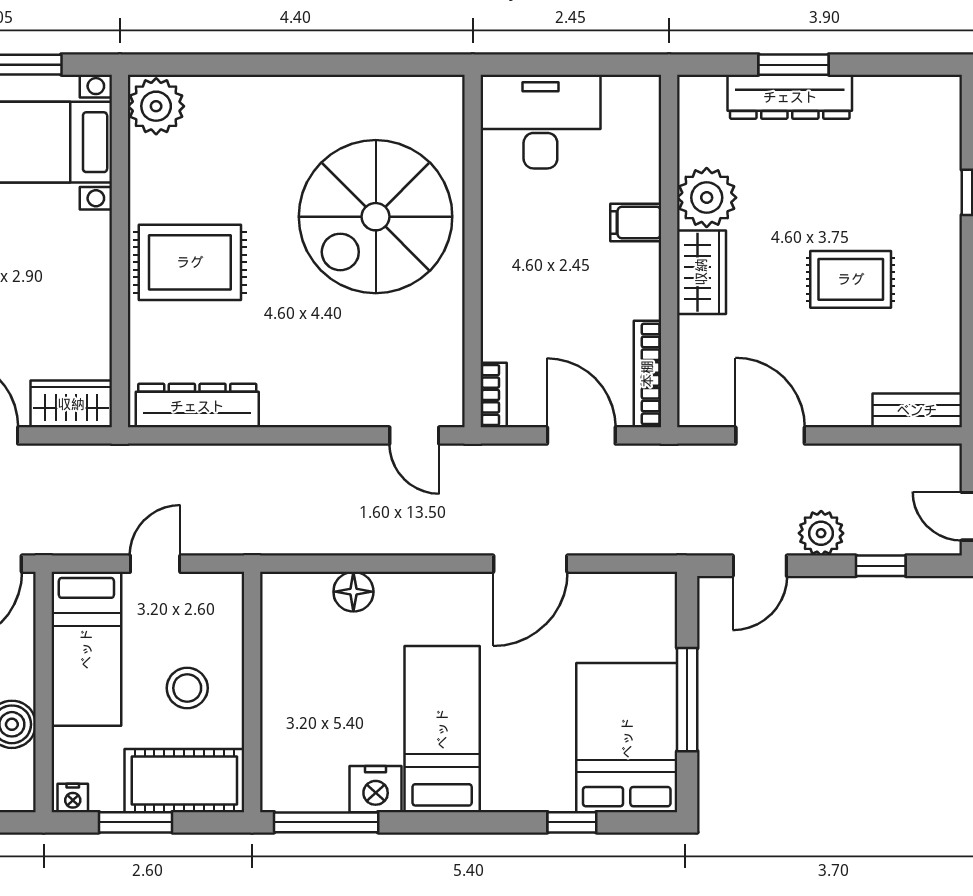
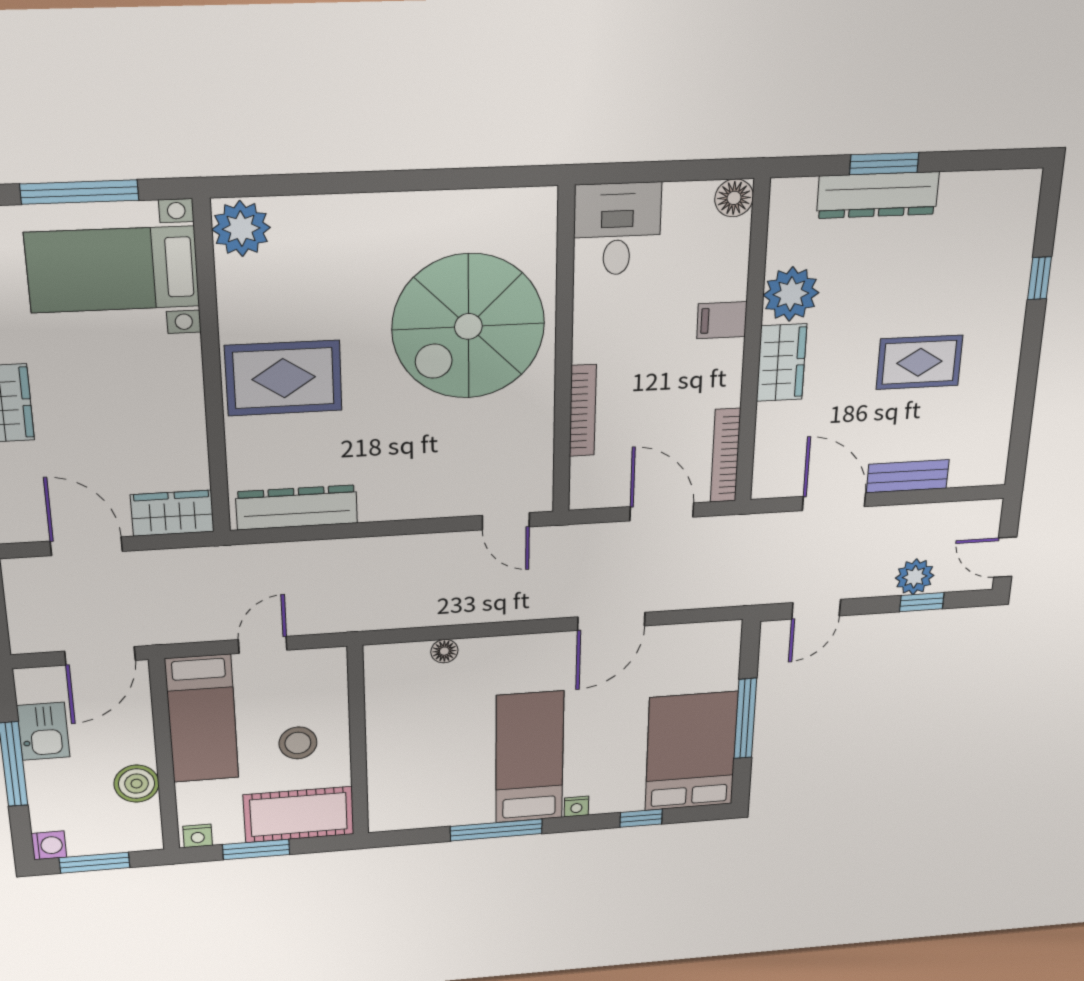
floor lamp: (642, 94) -> (734, 198), added
desk: (540, 122) -> (617, 229), width x0.73
bookcase: (494, 395) -> (583, 411), moved, width x1.56
bench: (917, 410) -> (908, 476), moved
plant: (821, 533) -> (915, 577), moved
floor lamp: (353, 592) -> (444, 651), width x0.73, depth x0.73
nightstand: (376, 789) -> (576, 807), moved, width x0.53, depth x0.56
window: (326, 822) -> (496, 830), moved

